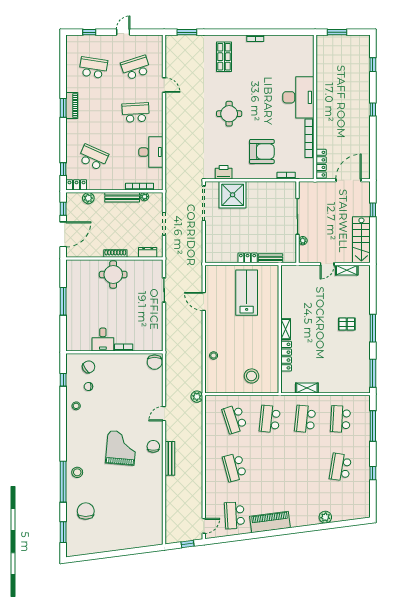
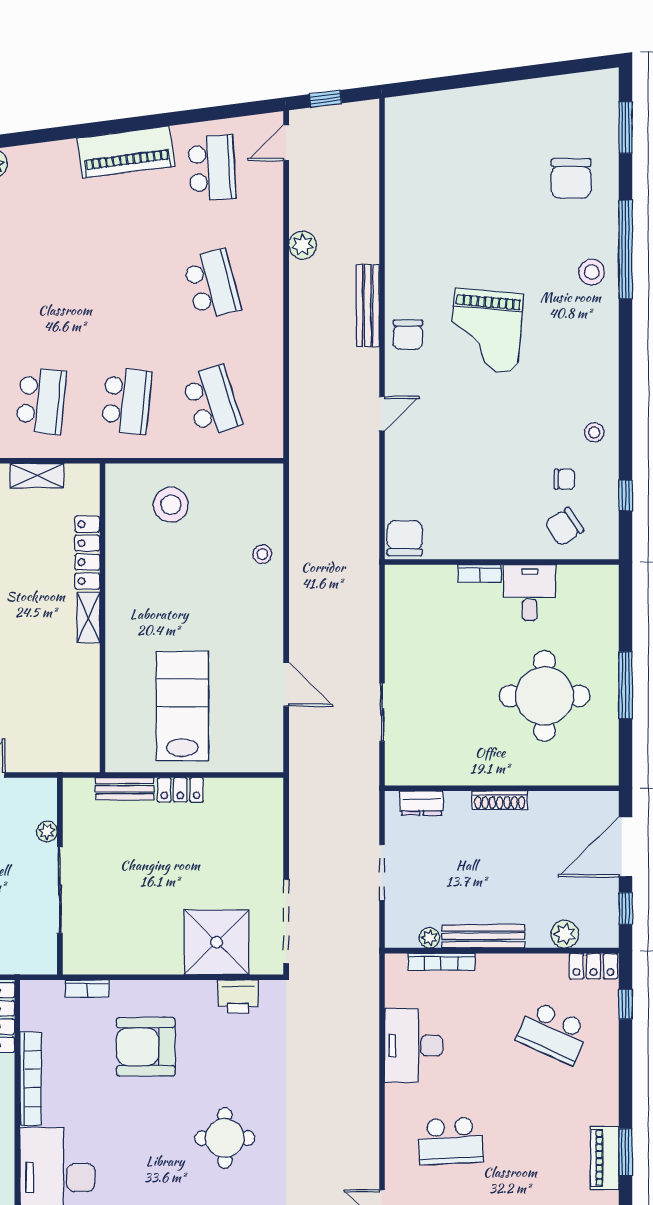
round table: (113, 274) -> (544, 696), moved, width x1.36, depth x1.36
lab bench: (247, 293) -> (182, 706), turned 180
plant: (197, 397) -> (303, 245), moved

